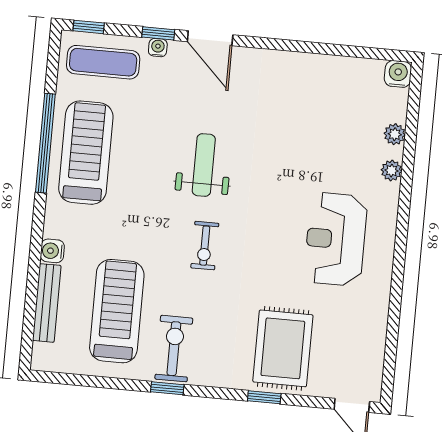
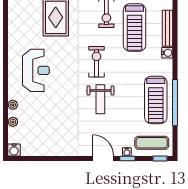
exercise bike: (205, 246) -> (96, 62), width x1.38, depth x1.39

